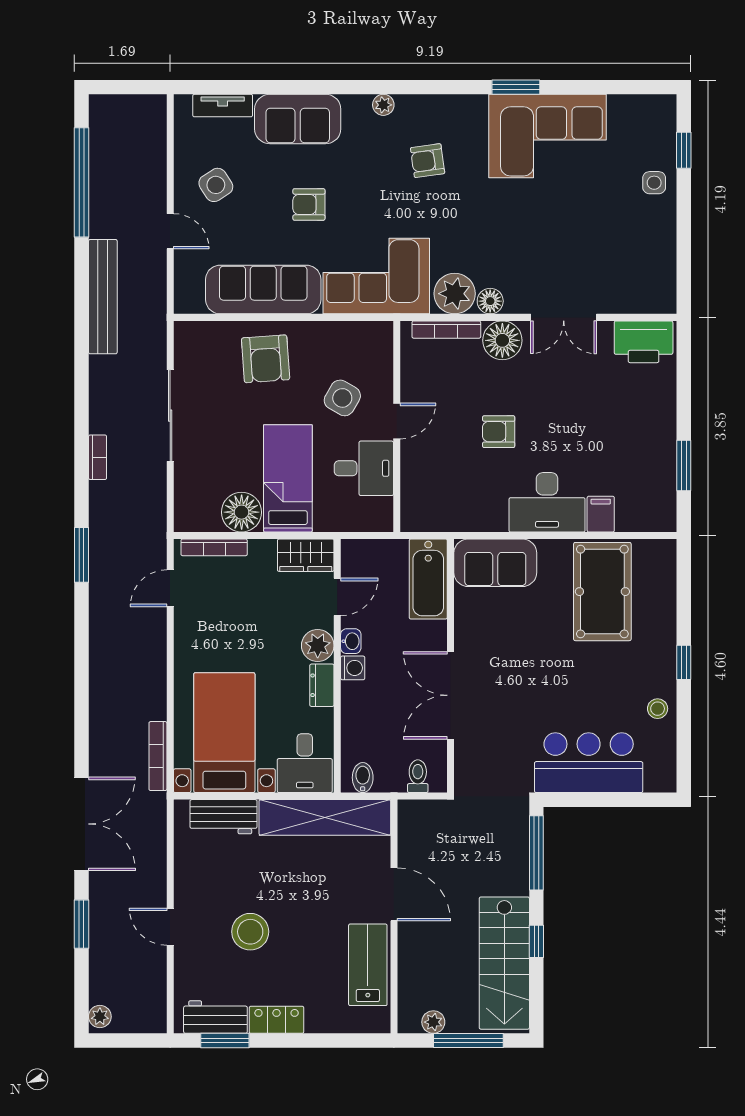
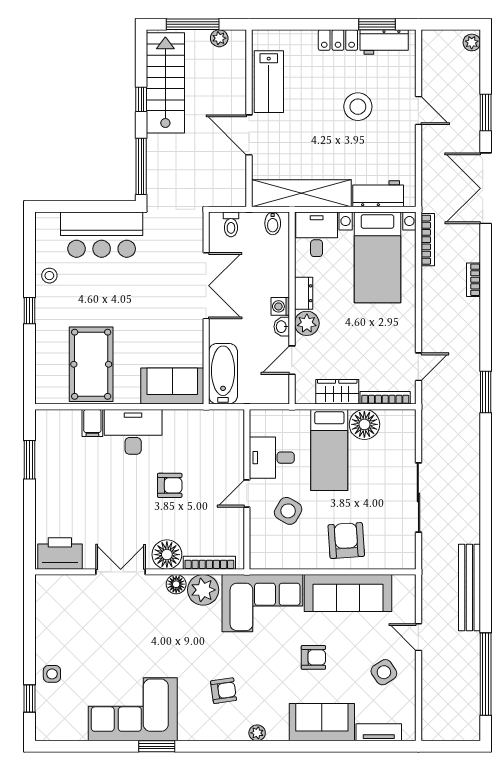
bookcase: (98, 457) -> (473, 280), moved
wardrobe: (306, 555) -> (337, 392), moved

